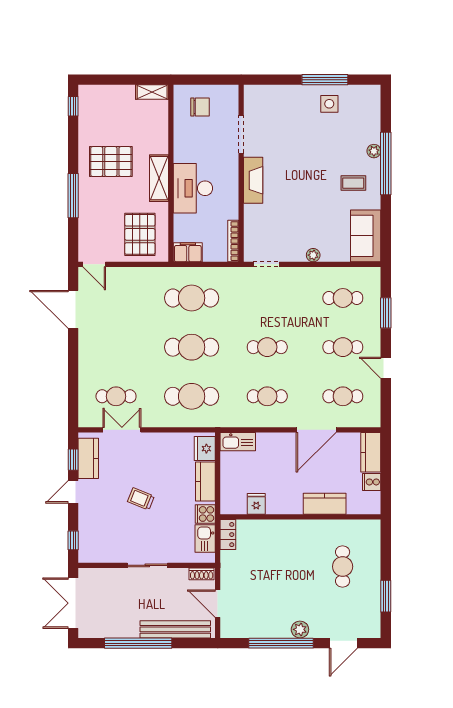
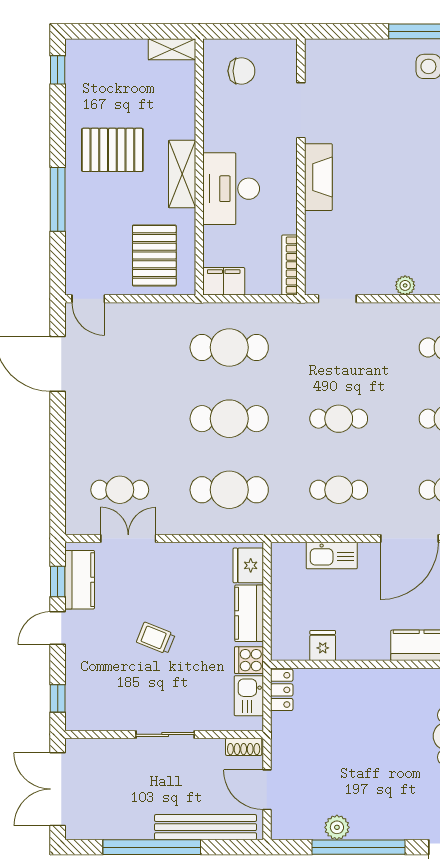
kitchen sink: (238, 442) -> (332, 555), moved
plant: (300, 629) -> (337, 827), moved

